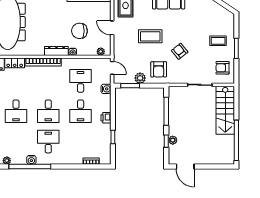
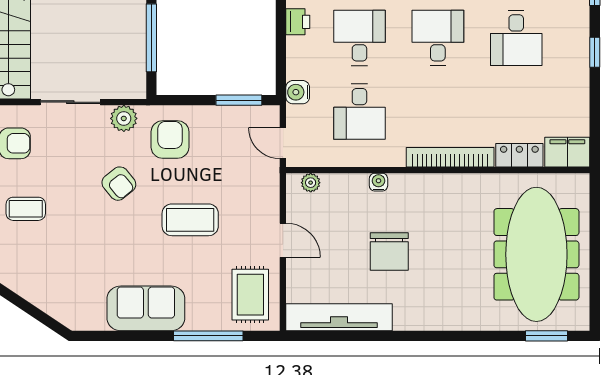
chair: (79, 31) -> (389, 252), moved, turned 90
dresser: (56, 51) -> (418, 184), removed
plant: (140, 78) -> (124, 118), moved
desk: (16, 111) -> (516, 38), turned 180

